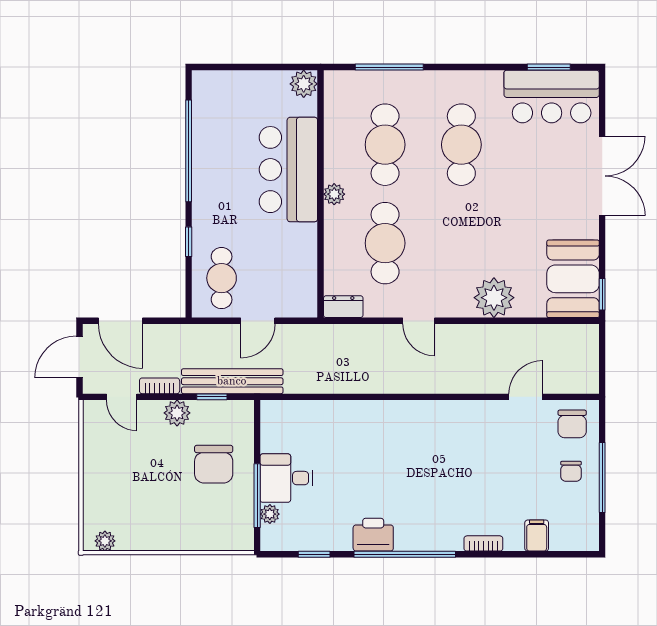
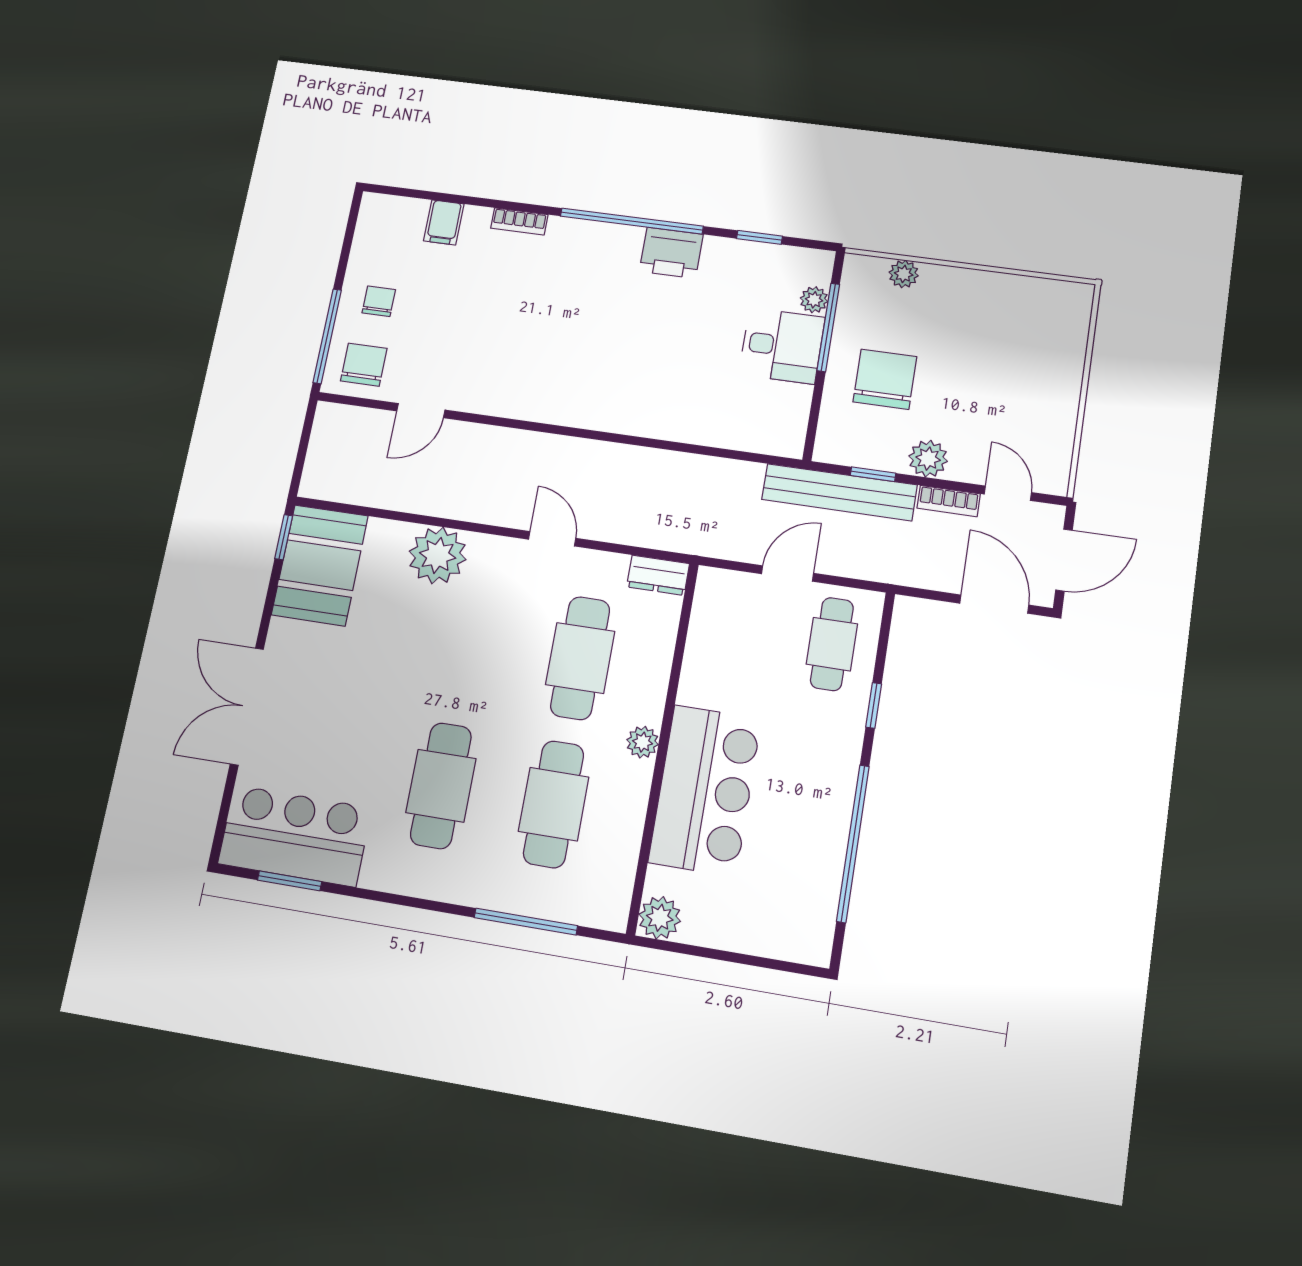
window: (602, 477) -> (327, 336), moved
plant: (105, 541) -> (904, 274), moved

